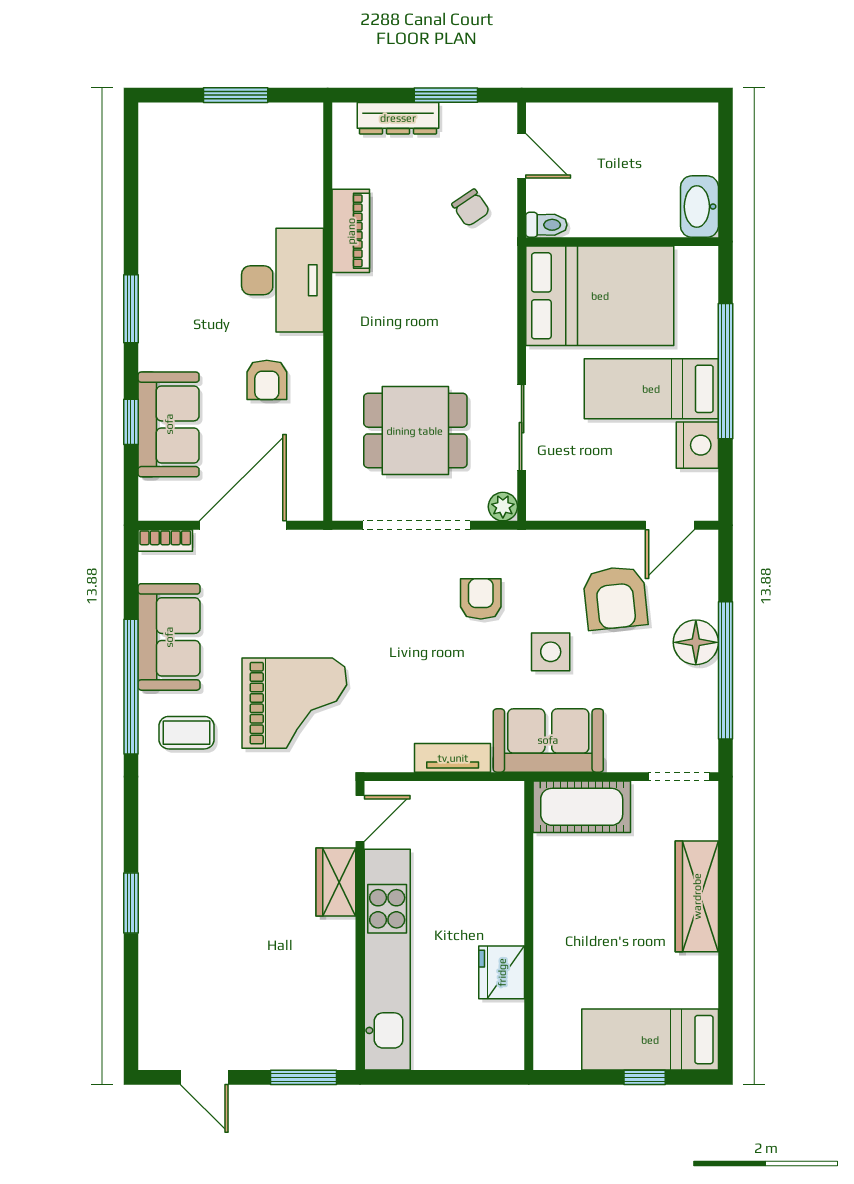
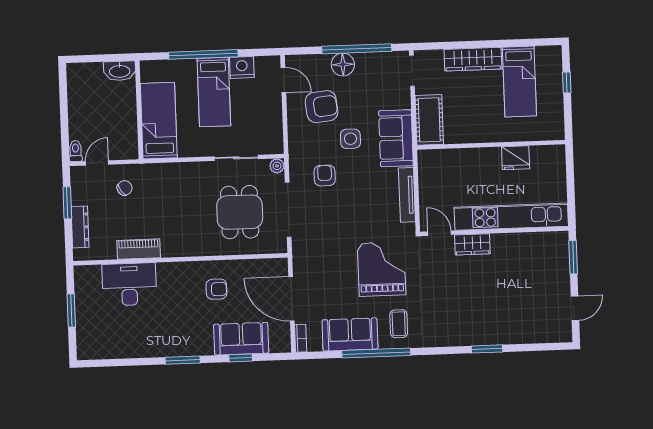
toilet: (546, 225) -> (76, 151), moved
desk: (283, 280) -> (129, 284), moved
bed: (600, 296) -> (159, 121), width x0.67
armchair: (481, 599) -> (325, 175), turned 90
tv unit: (453, 758) -> (407, 195), width x1.41
bed: (650, 1040) -> (519, 81), moved

